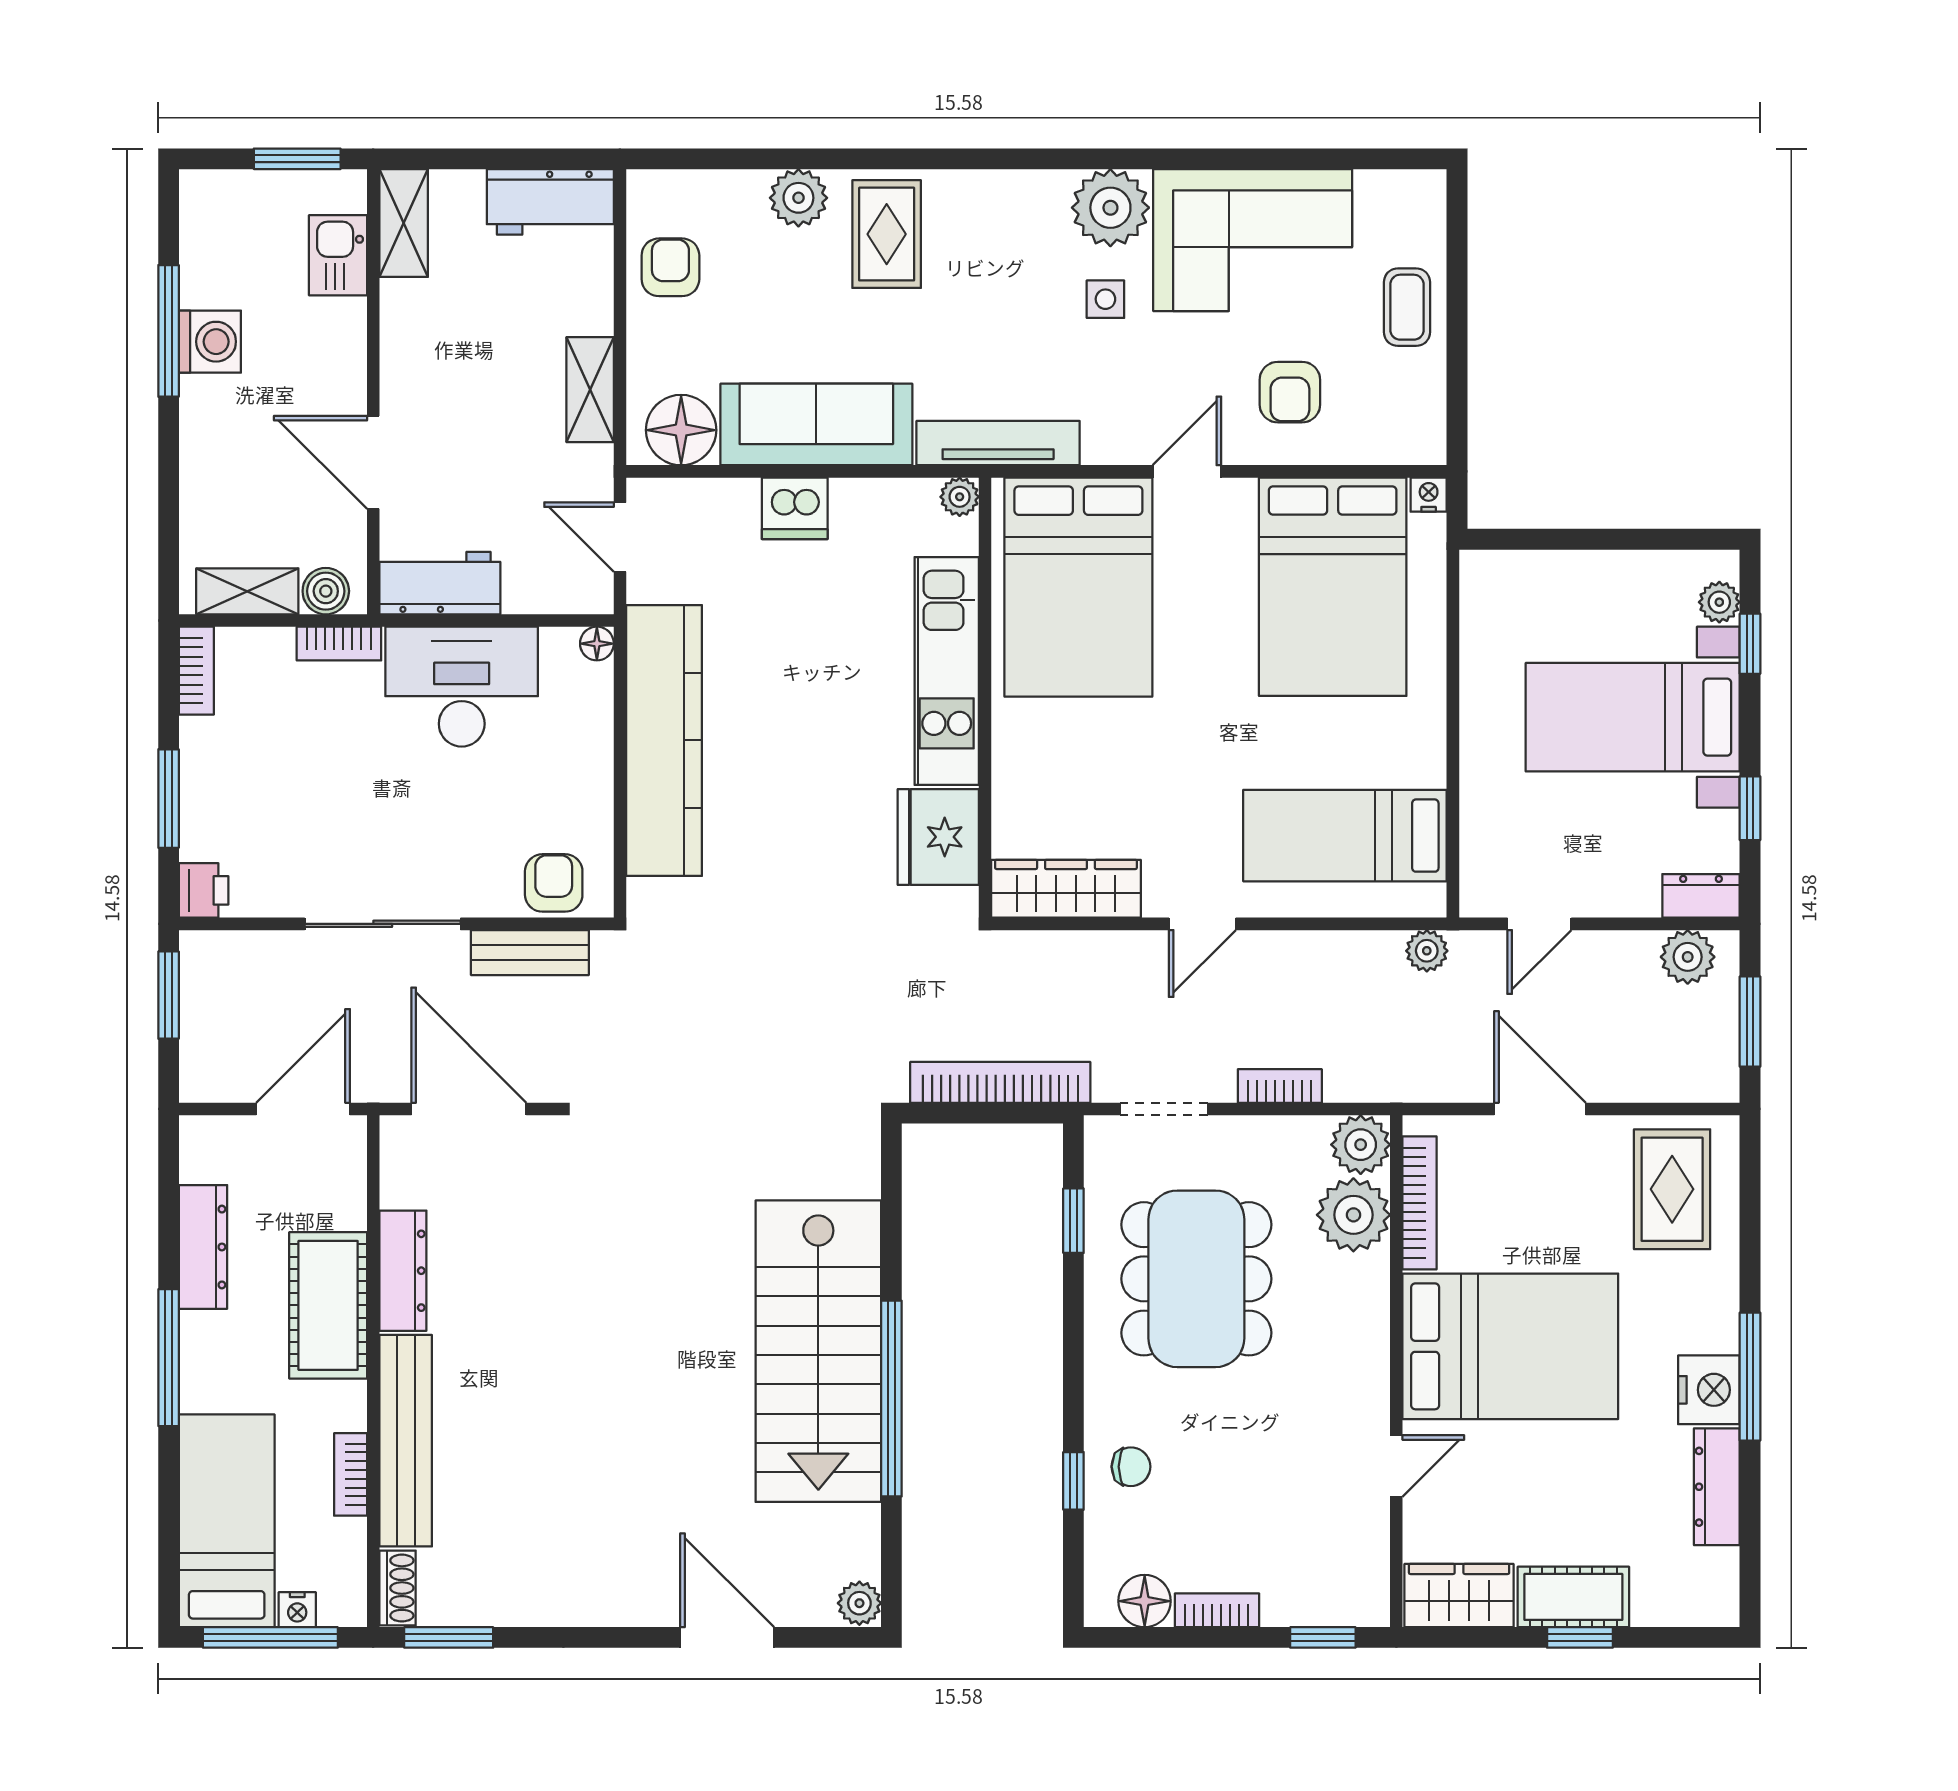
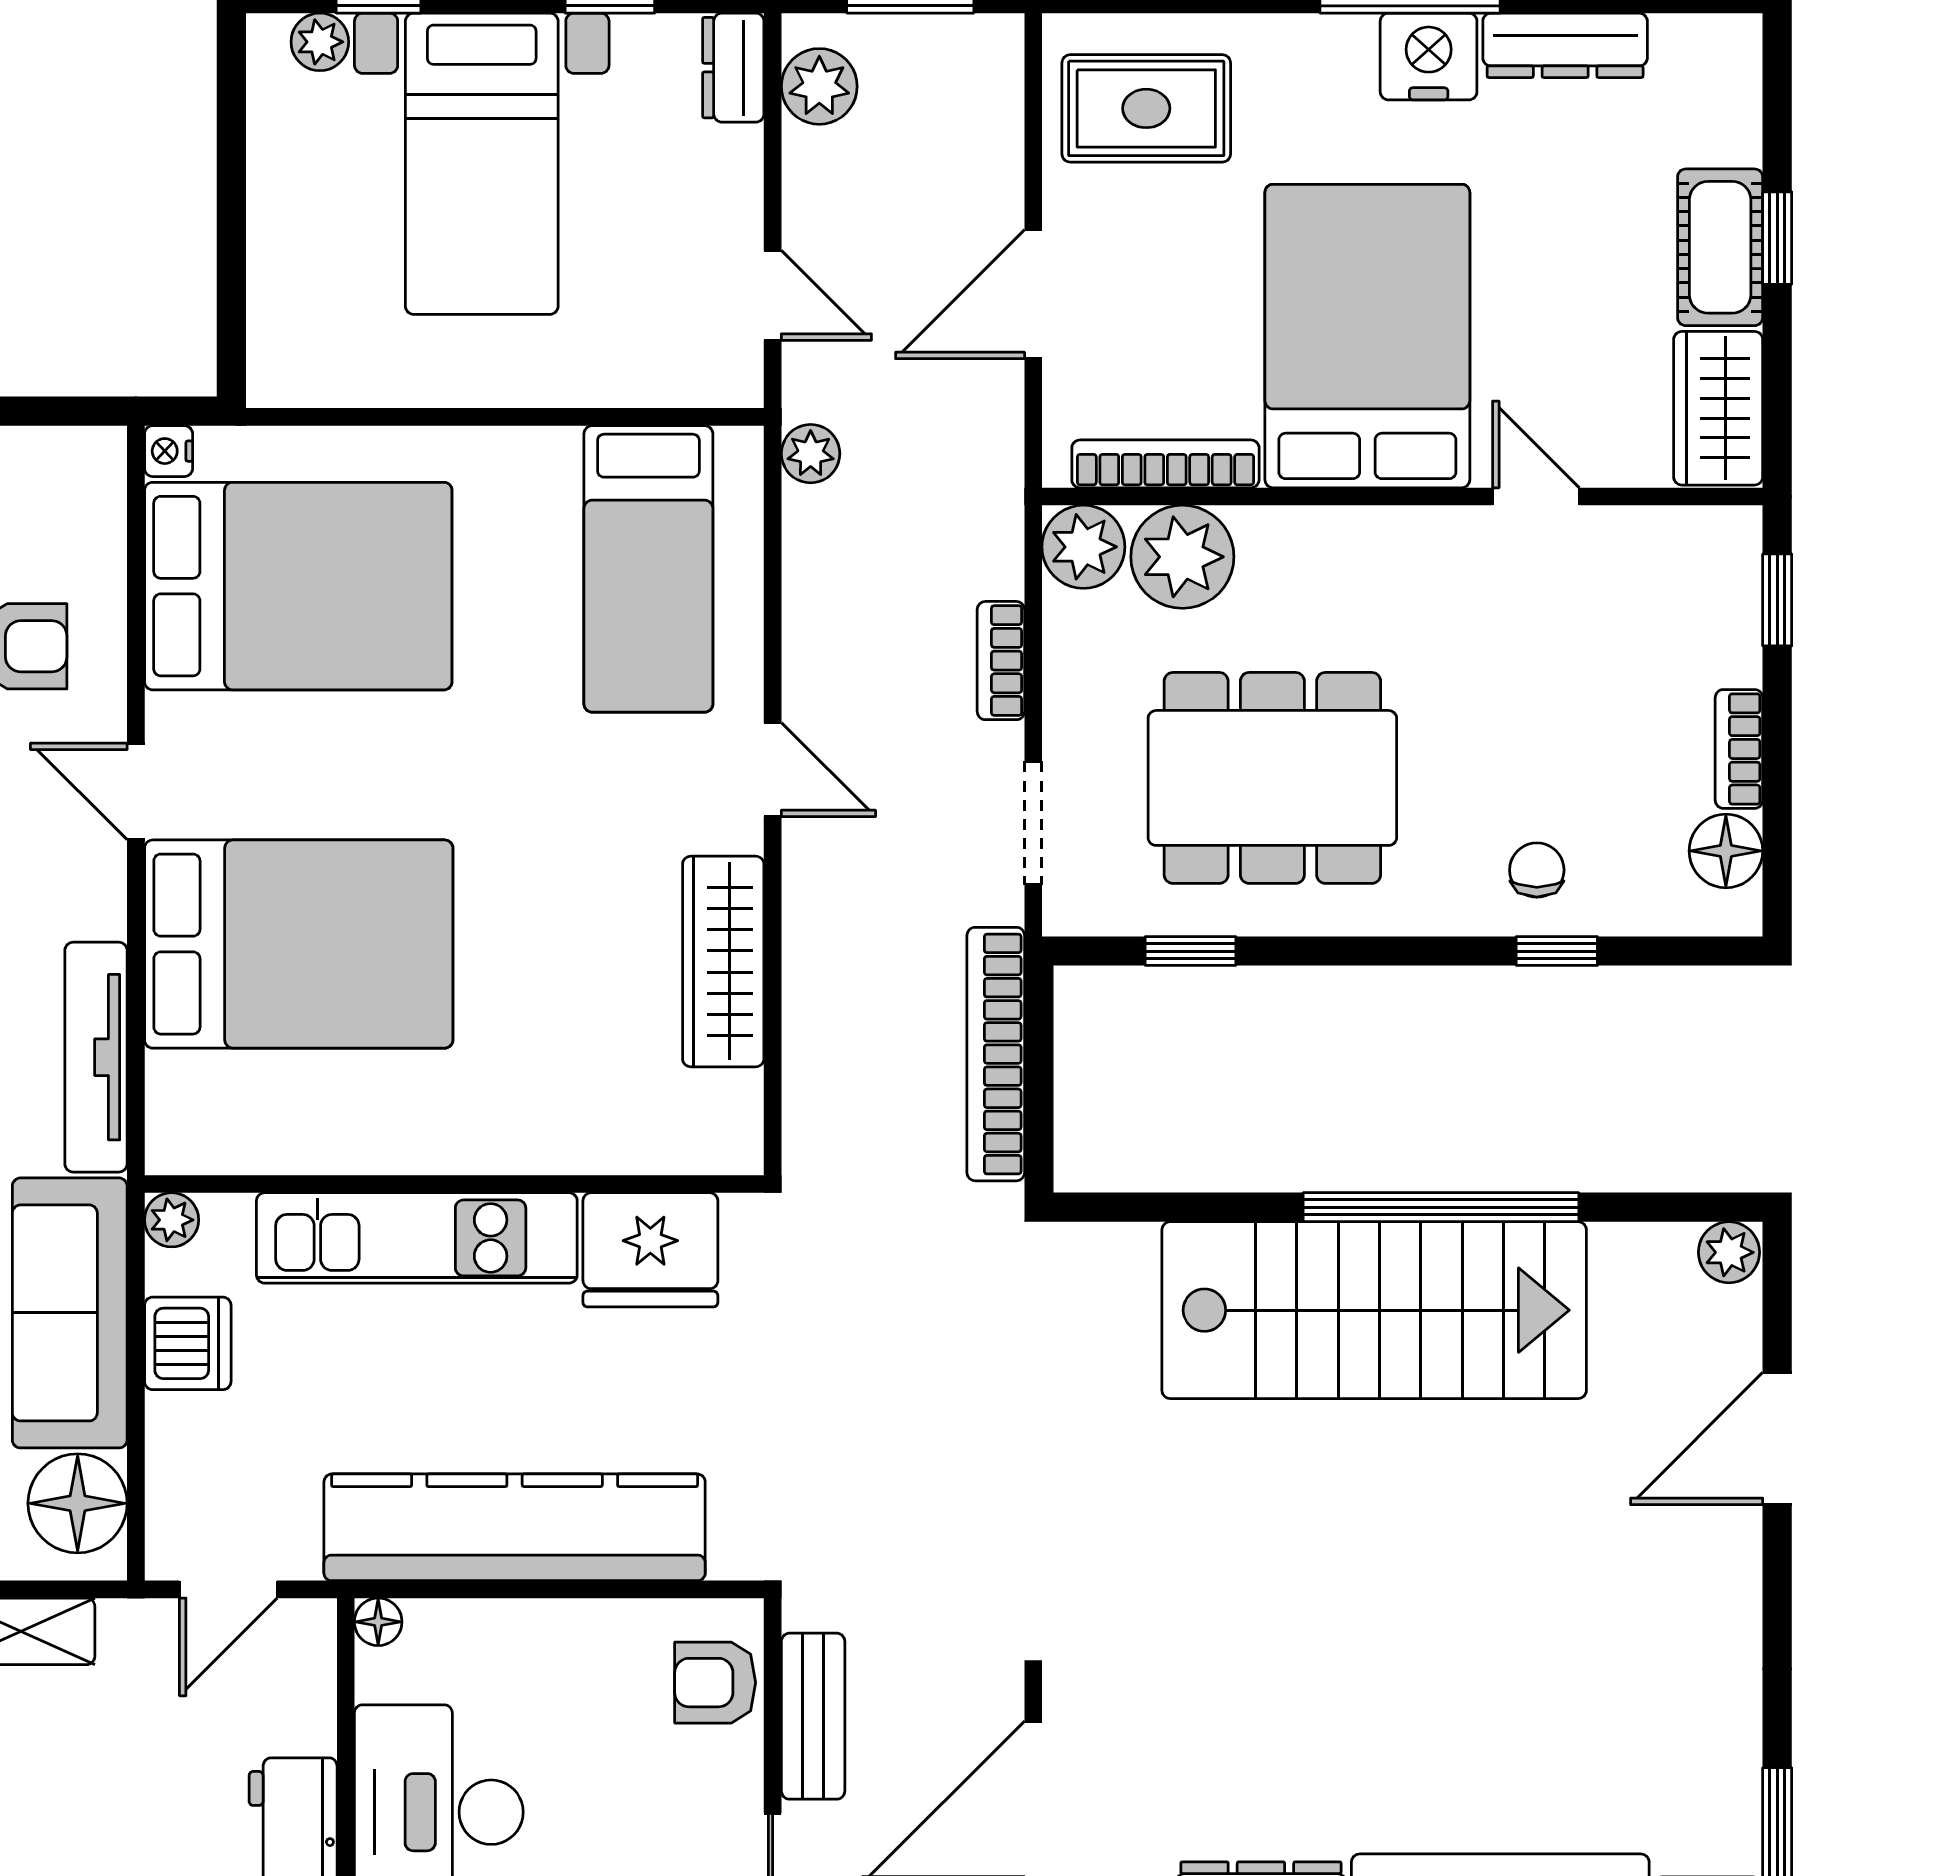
plant: (960, 497) -> (172, 1220), moved
kitchen unit: (947, 671) -> (417, 1238), moved
wall: (985, 698) -> (454, 1184), moved
fridge: (938, 837) -> (650, 1250), moved

